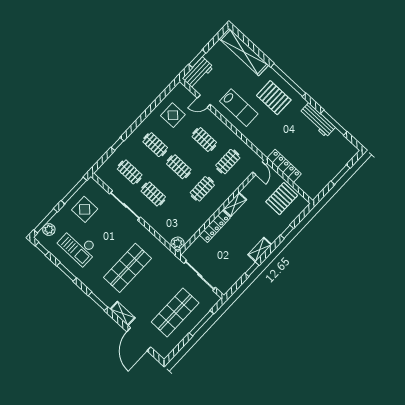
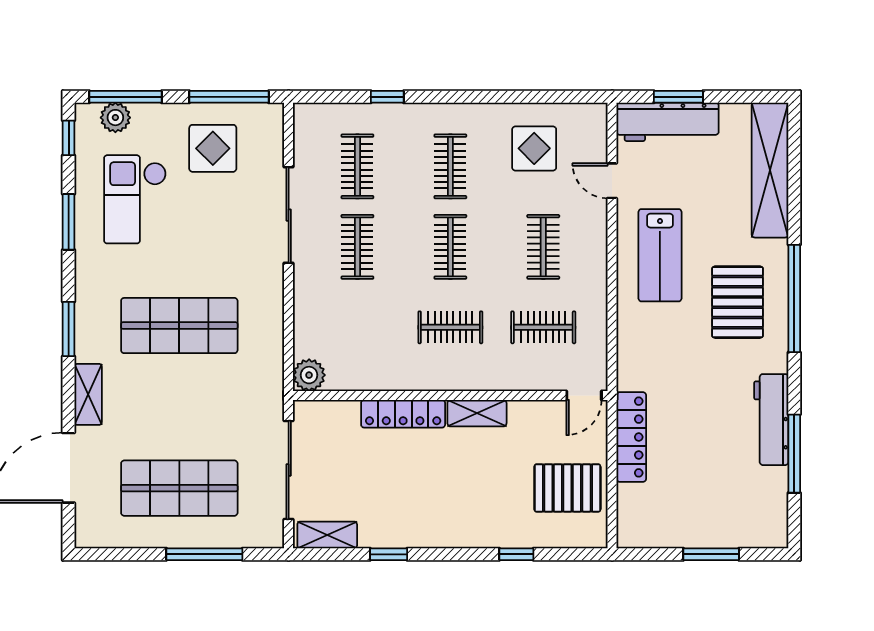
workbench: (198, 73) -> (668, 122), width x1.38
shelving: (260, 250) -> (327, 535), moved

